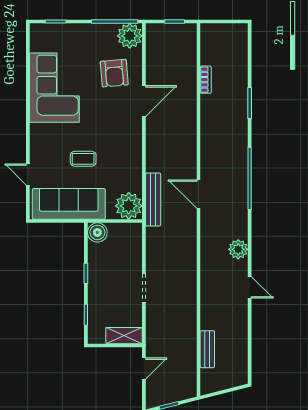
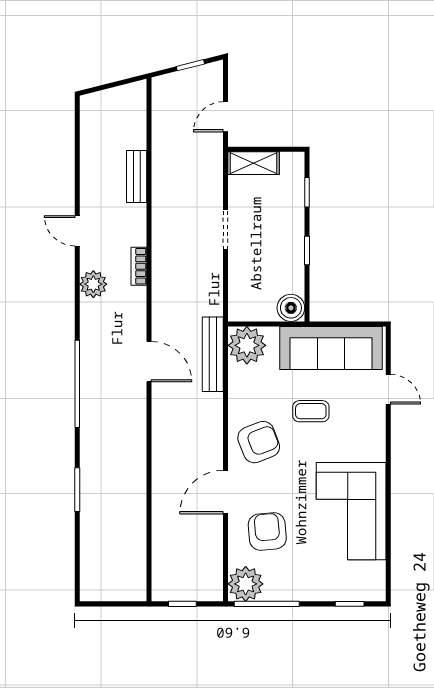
bookcase: (206, 80) -> (139, 266), moved
armchair: (120, 137) -> (259, 442), added
bench: (207, 349) -> (137, 176), moved

